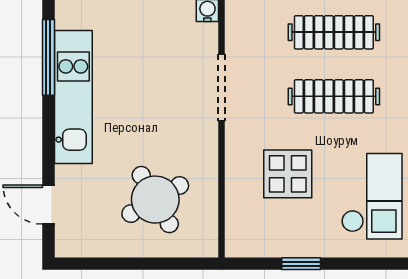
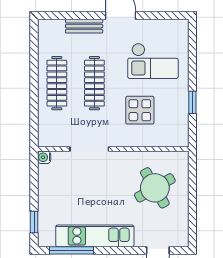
checkout: (372, 196) -> (153, 61), turned 180

